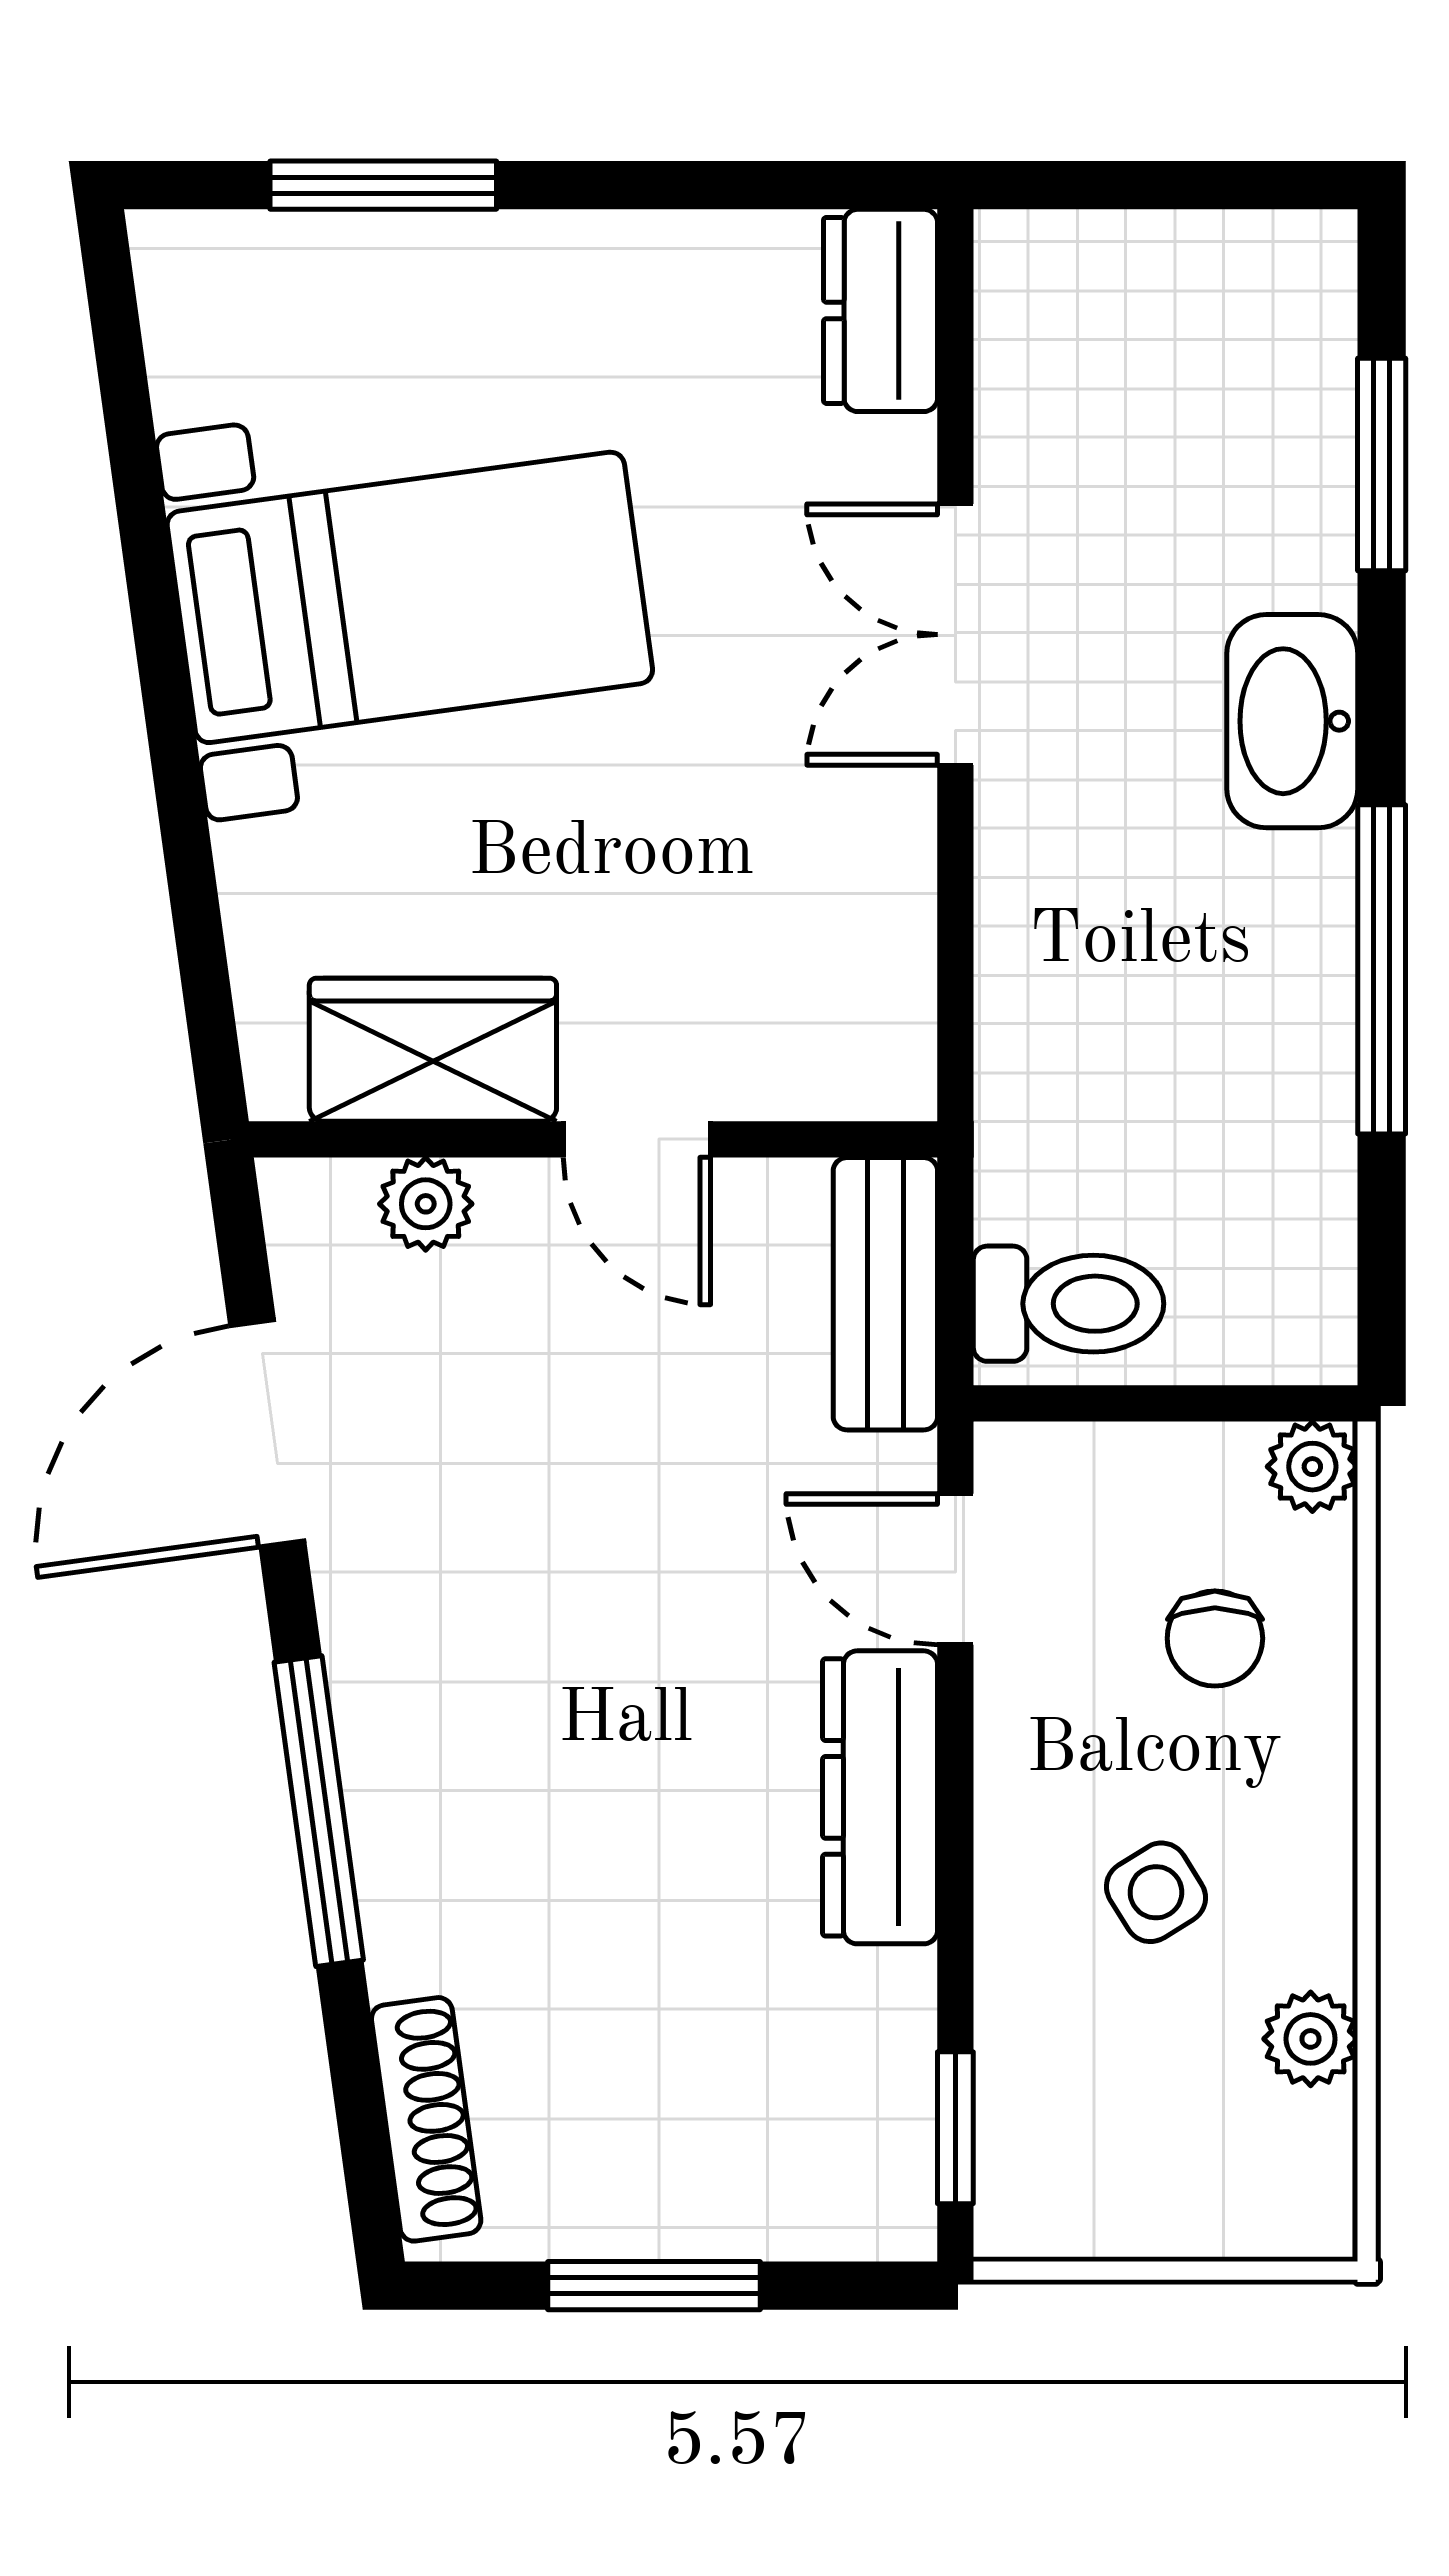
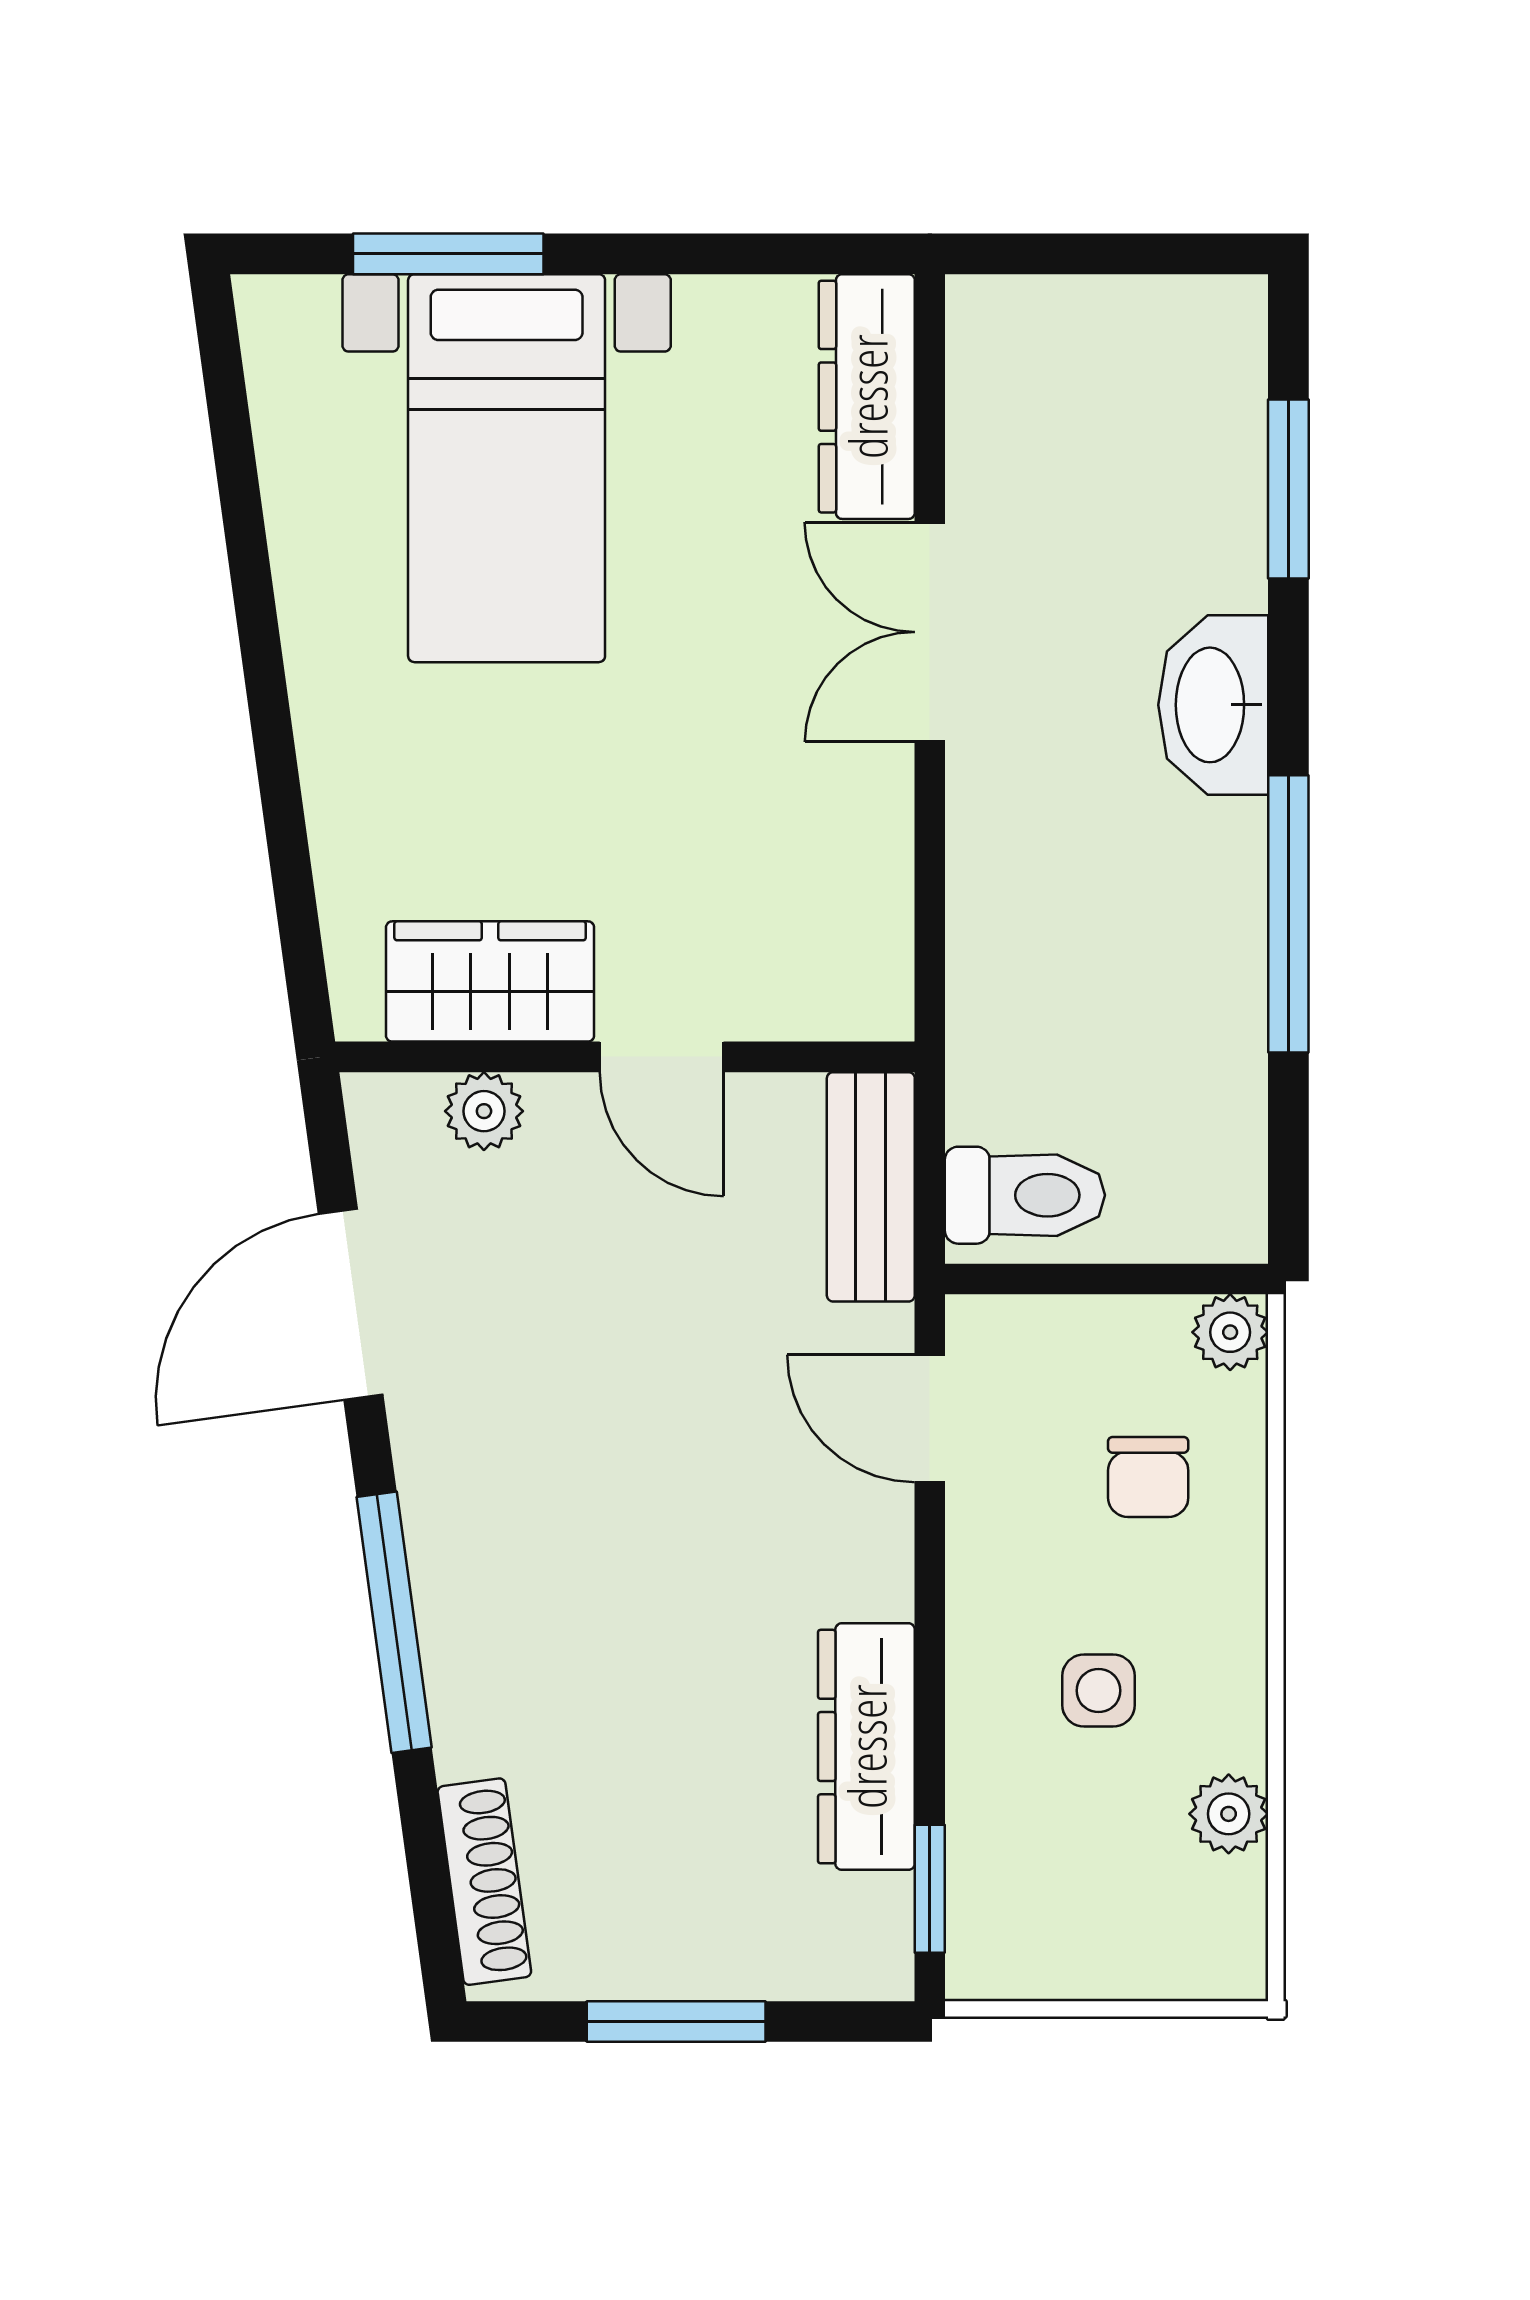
dresser: (881, 310) -> (867, 397), width x1.44
bed with nightstands: (410, 597) -> (507, 468), moved, turned 98
dresser: (880, 1797) -> (866, 1747), moved
side table: (1156, 1892) -> (1099, 1691), turned 32

